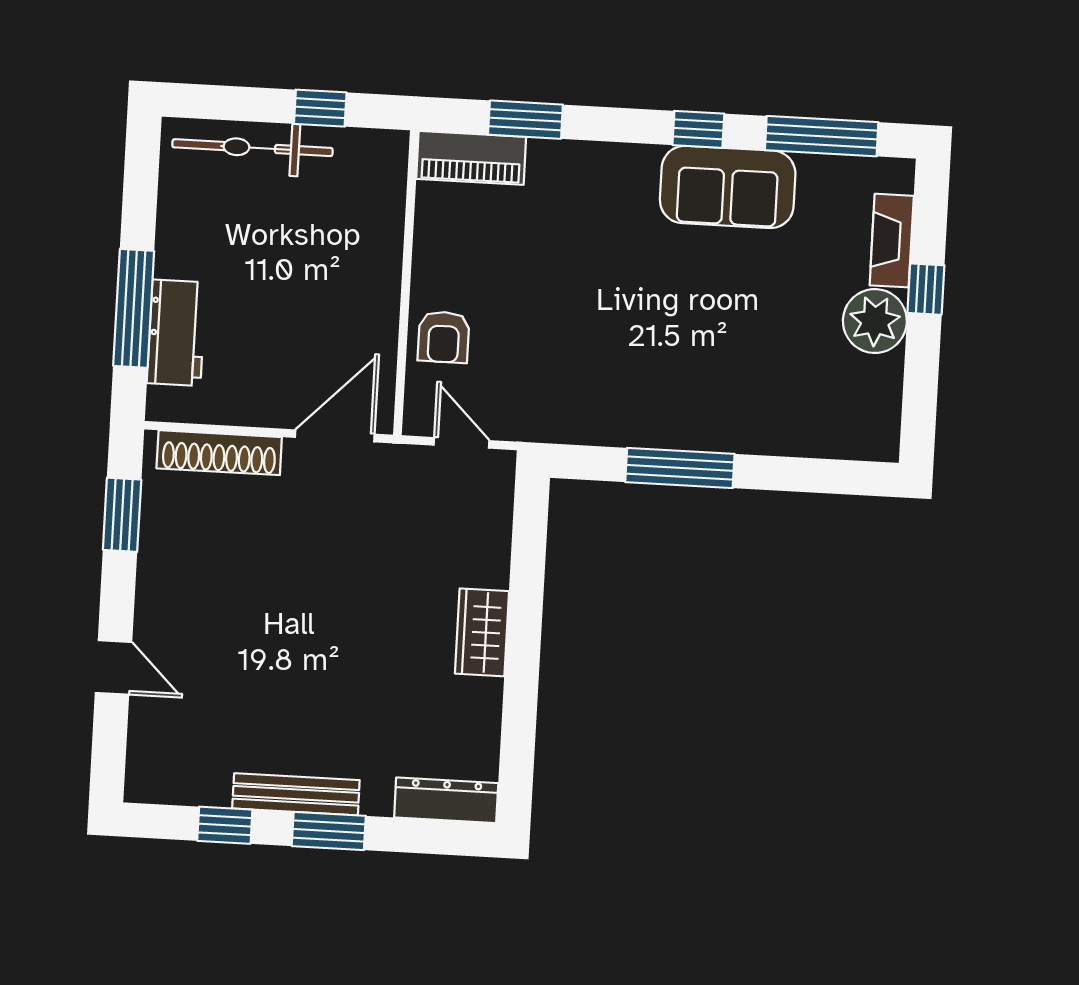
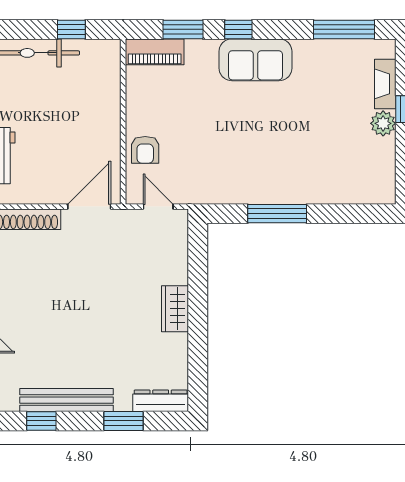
window: (698, 129) -> (238, 29), moved
sofa: (728, 187) -> (255, 60), moved
plant: (875, 321) -> (383, 123), width x0.73, depth x0.73
bench: (296, 794) -> (67, 400), width x1.37, depth x1.21
window: (329, 831) -> (123, 421), moved

